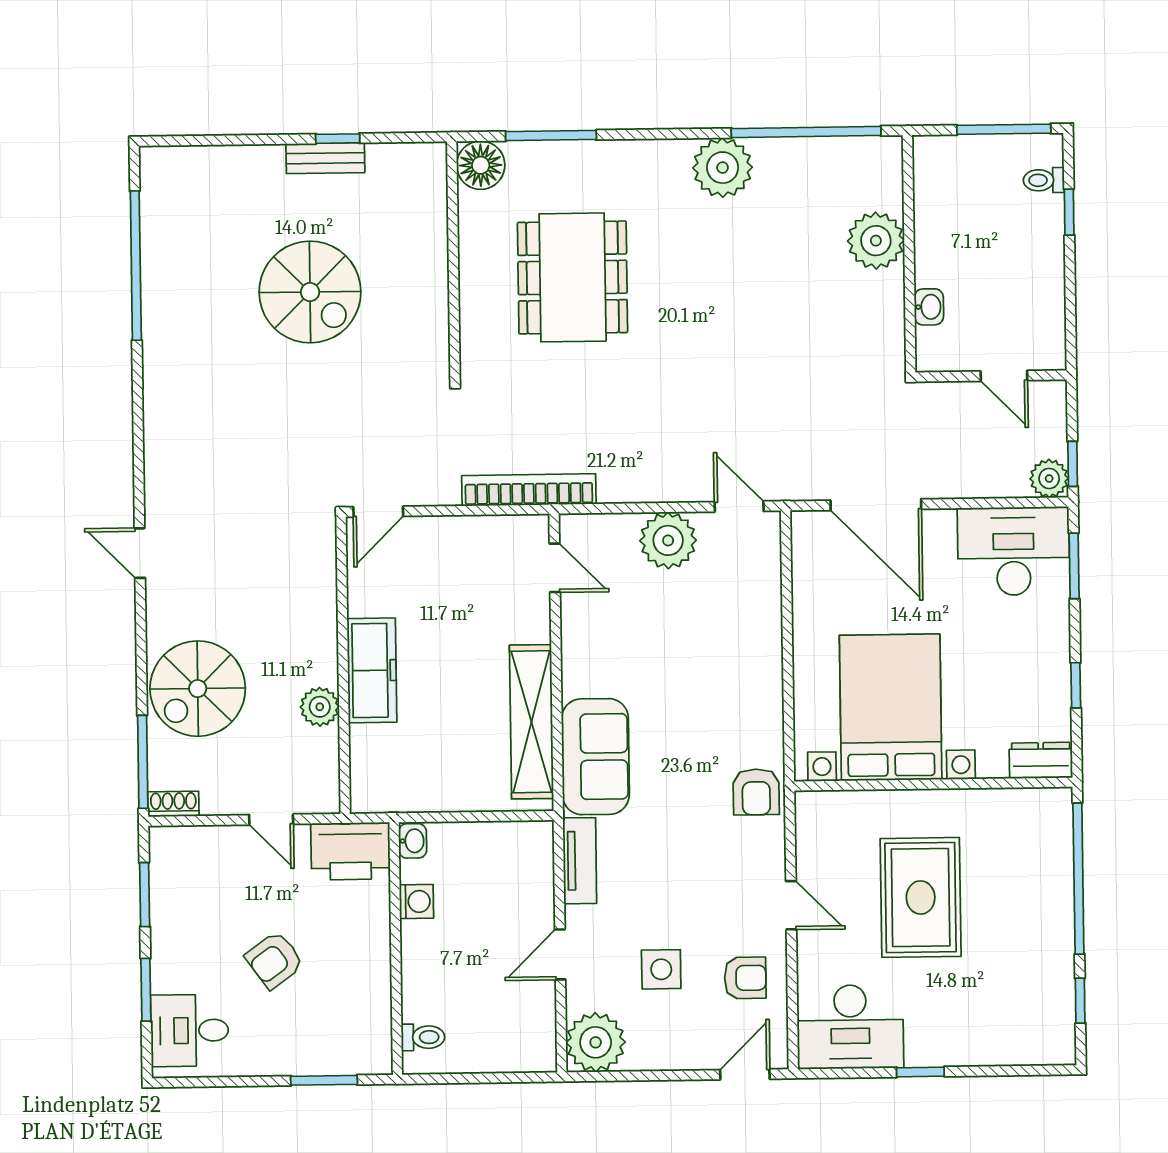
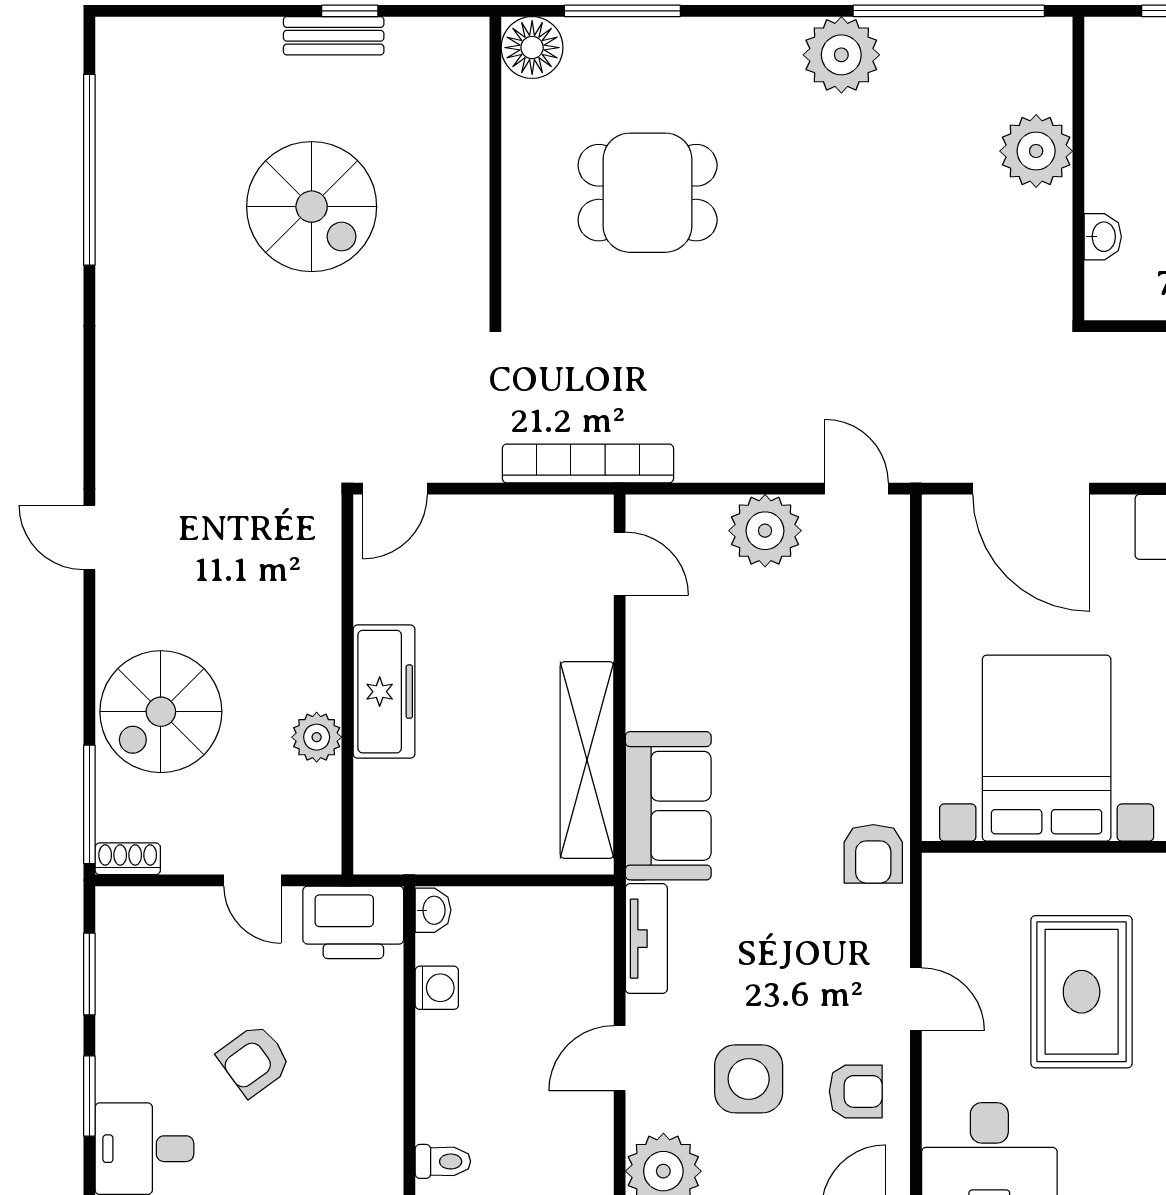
dining table: (573, 277) -> (648, 193), width x0.73
side table: (661, 969) -> (749, 1079), width x1.37, depth x1.37

